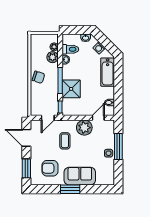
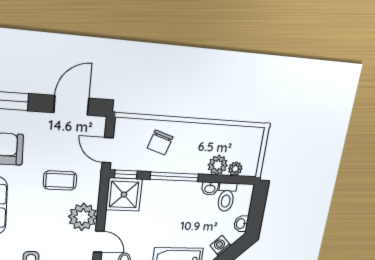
chair: (38, 77) -> (160, 142), moved
shower: (71, 89) -> (124, 195), moved

